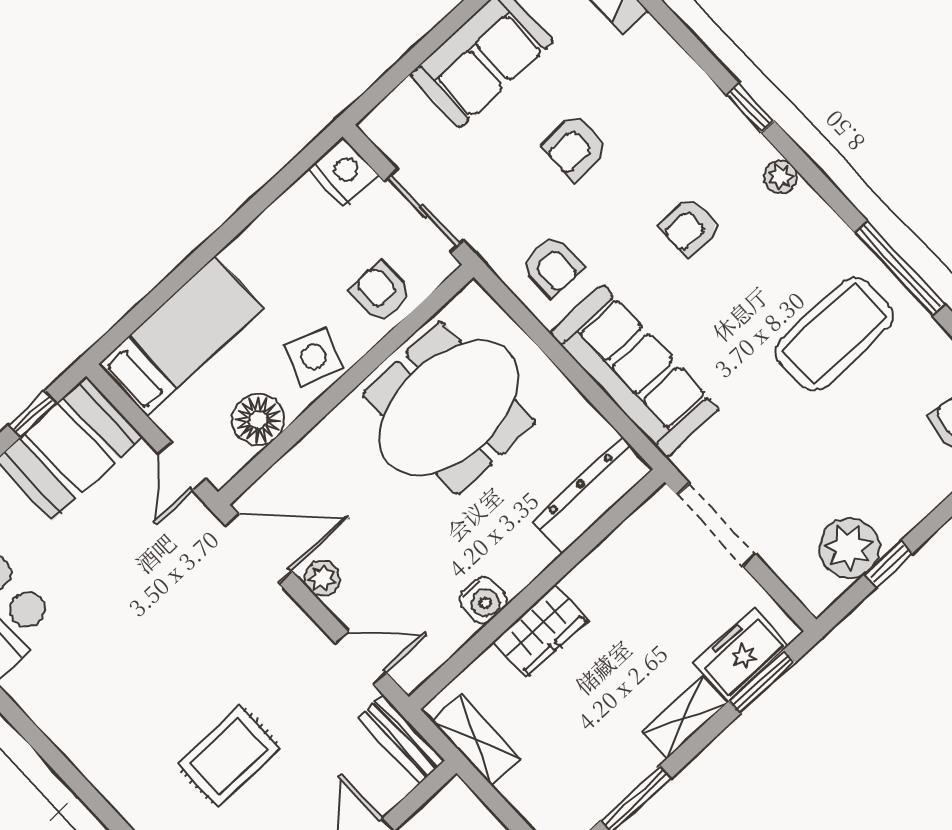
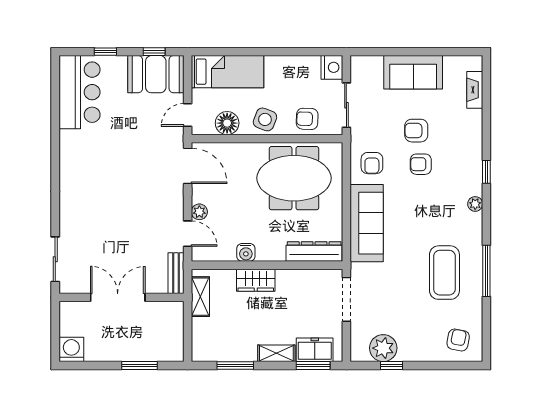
armchair: (689, 227) -> (421, 164), moved
armchair: (381, 292) -> (307, 119), turned -88
coffee table: (834, 334) -> (444, 273), turned 90
plant: (322, 578) -> (199, 212), moved
rug: (229, 757) -> (113, 226), removed

